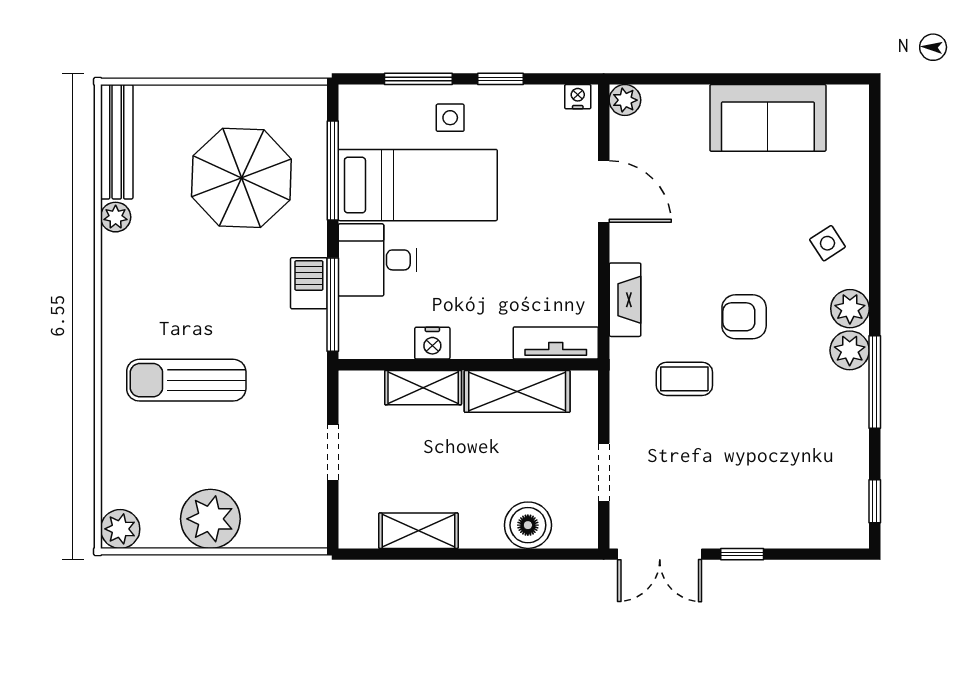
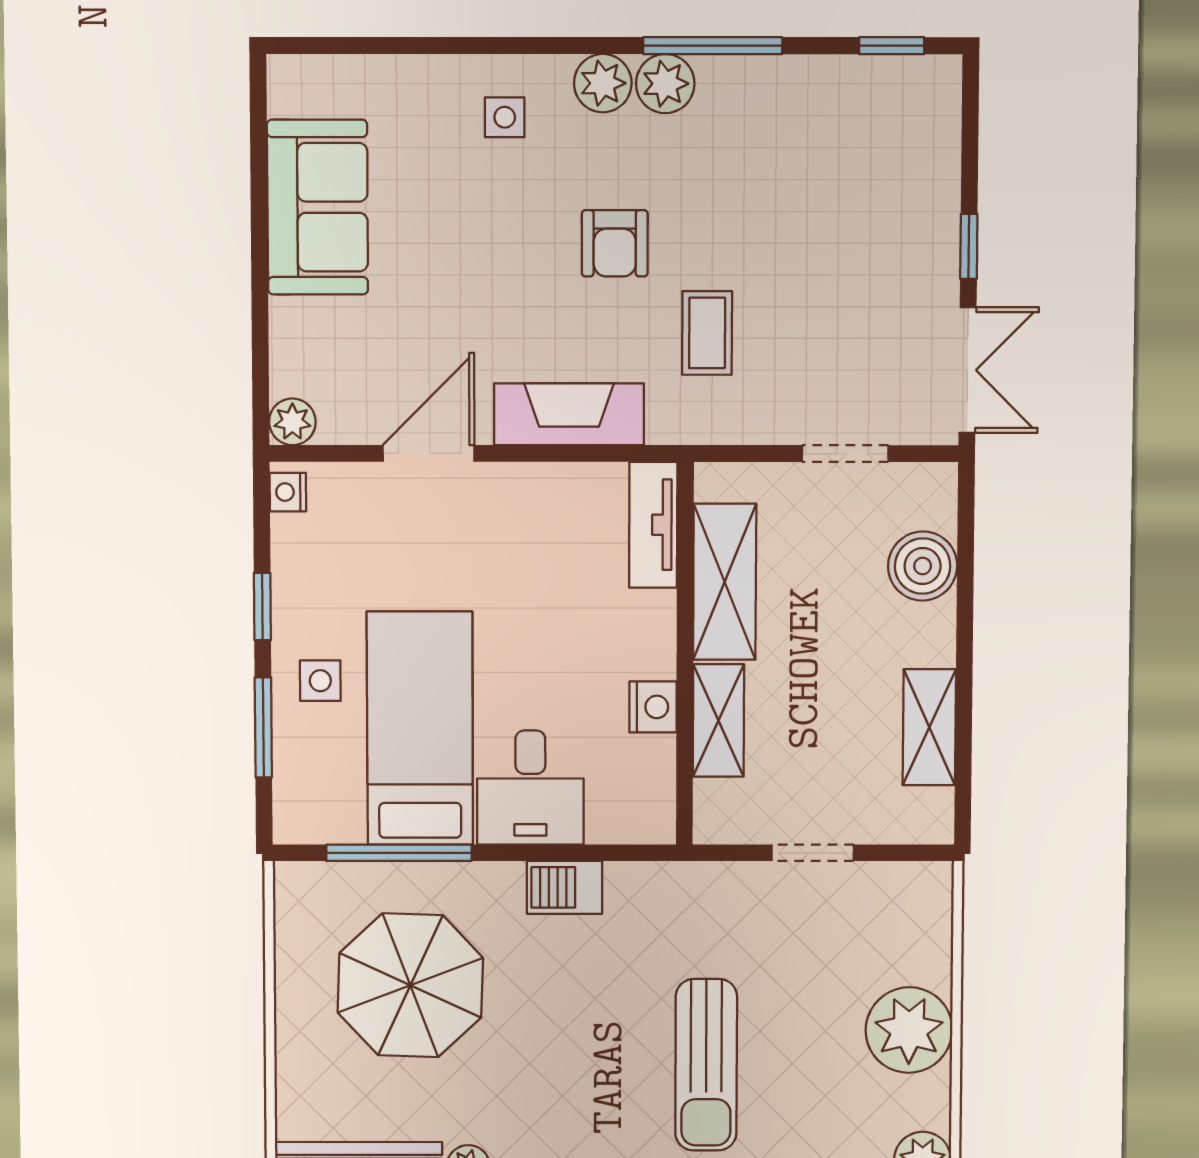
side table: (827, 243) -> (505, 117), turned 33
fireplace: (625, 300) -> (569, 414), width x1.37, depth x1.32
window: (333, 305) -> (596, 853), removed

